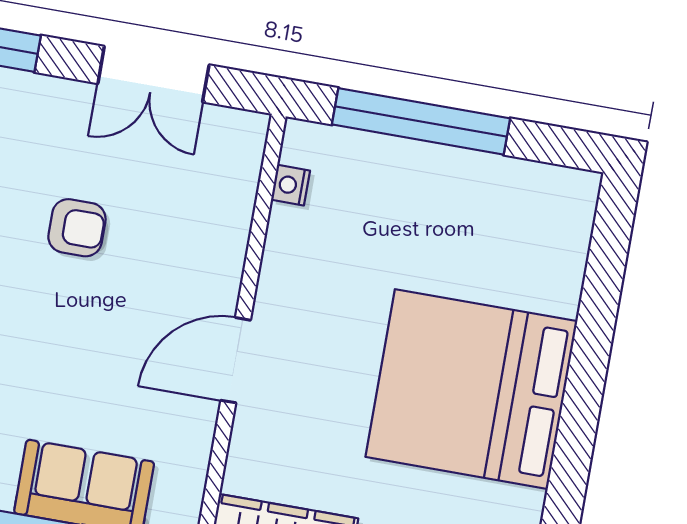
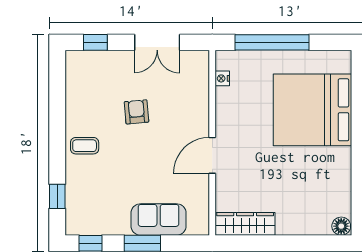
armchair: (77, 228) -> (136, 112), turned -95
bed: (471, 389) -> (313, 110), moved

